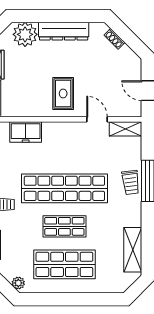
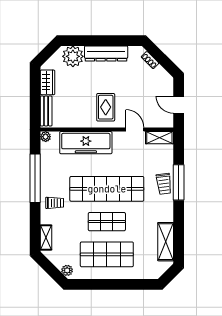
freezer: (26, 132) -> (86, 143), width x1.91, depth x1.26

